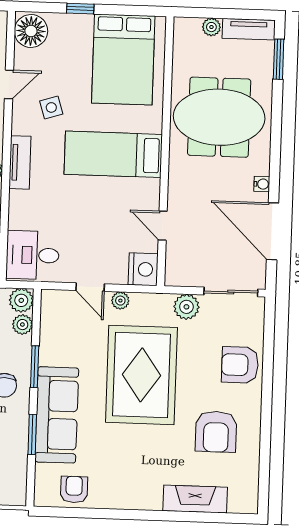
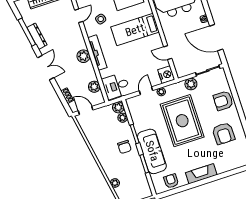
tv unit: (20, 162) -> (97, 53), width x1.41
door: (90, 287) -> (146, 91), swing flipped
fireplace: (195, 499) -> (201, 174), moved

